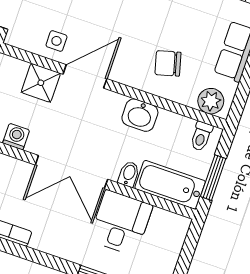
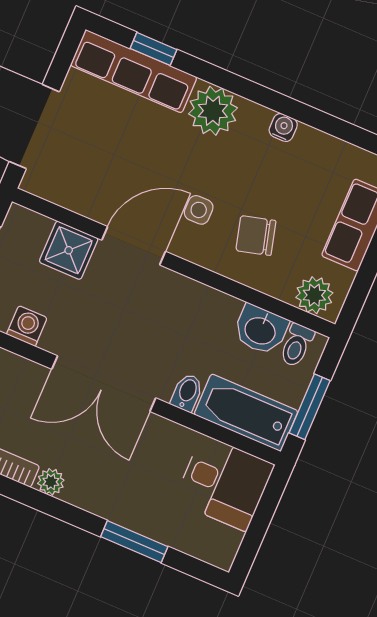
side table: (56, 41) -> (199, 210), moved
washbasin: (140, 115) -> (260, 330), moved
desk: (121, 223) -> (224, 483), moved, turned 90
plant: (40, 242) -> (51, 482), added

